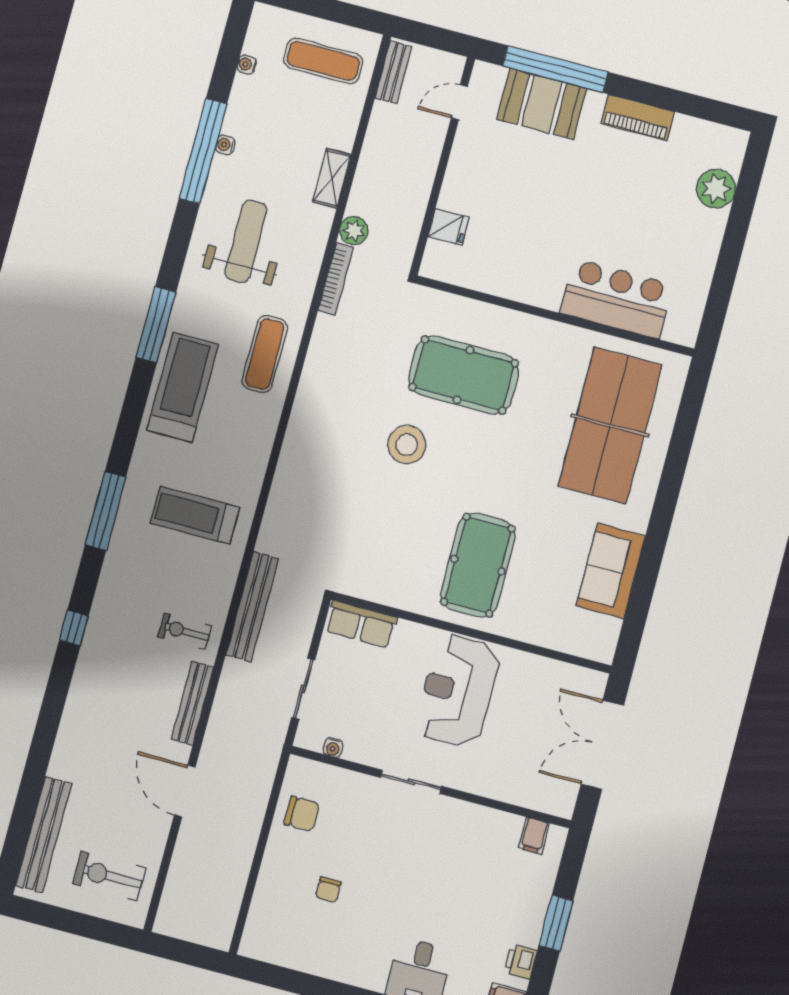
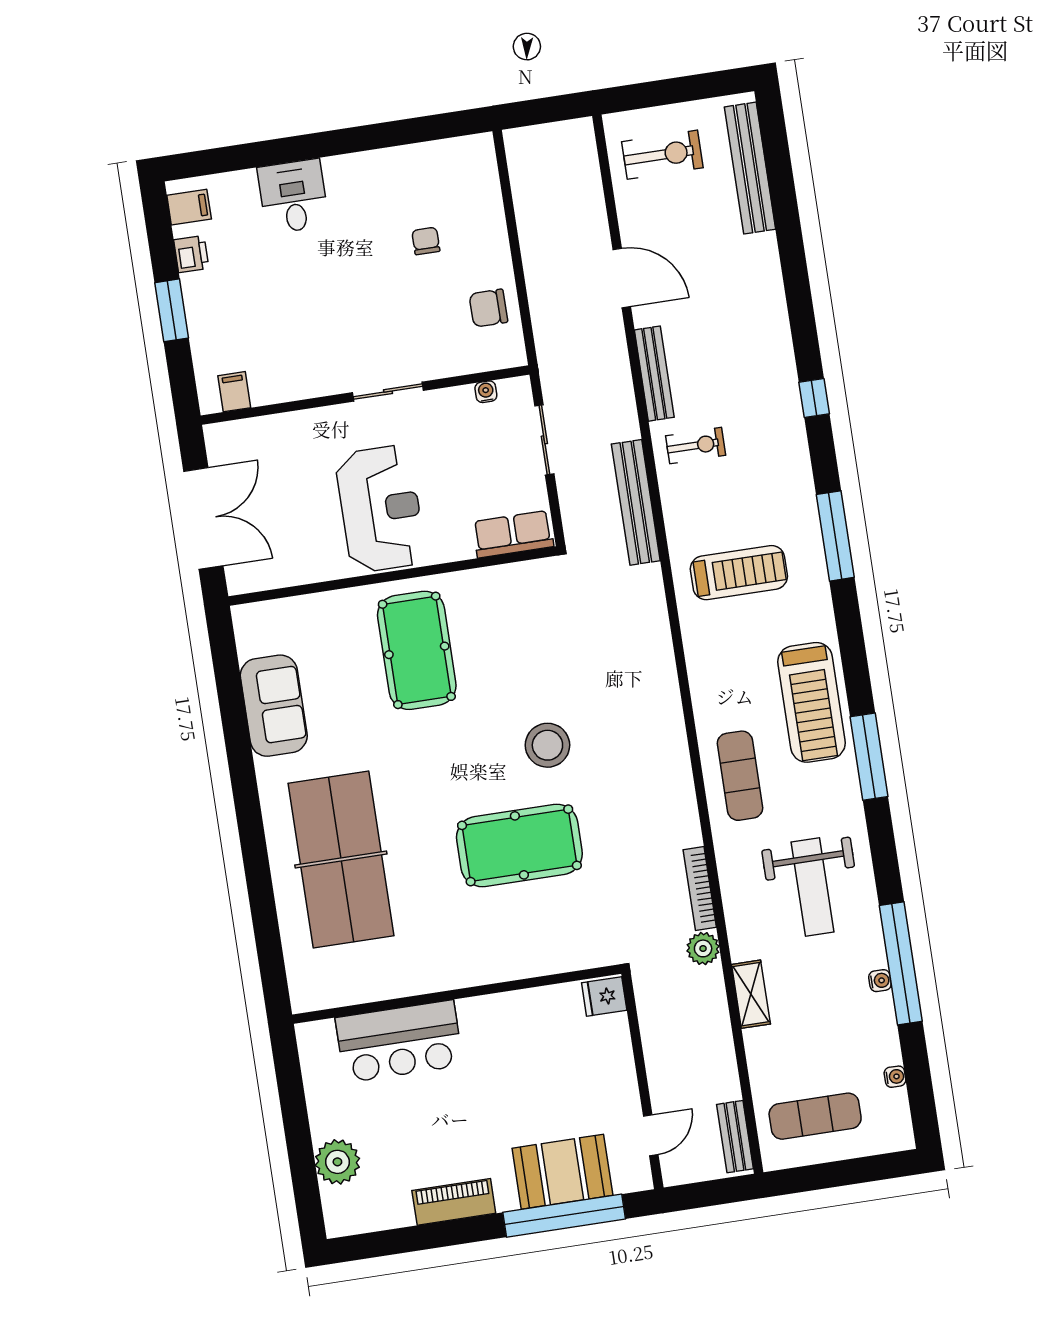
bar counter: (616, 299) -> (399, 1041), moved
wall: (555, 316) -> (457, 994), moved

